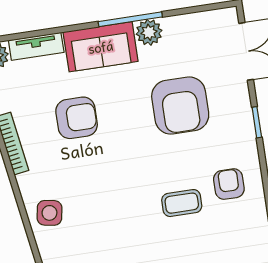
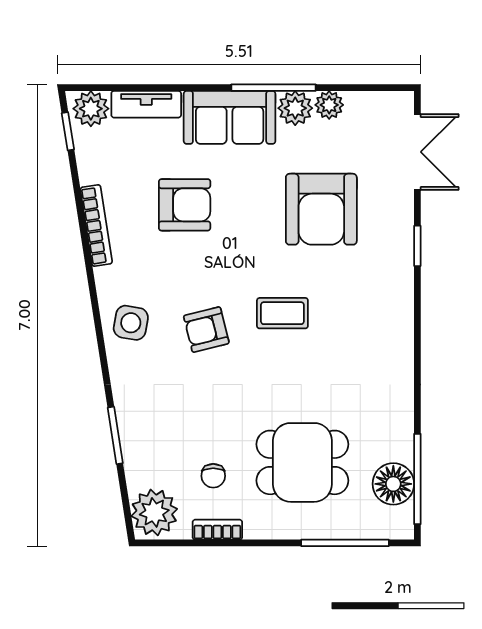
plant: (174, 26) -> (329, 105), added
armchair: (229, 184) -> (206, 330), moved, turned -104
coffee table: (182, 203) -> (282, 313), moved

